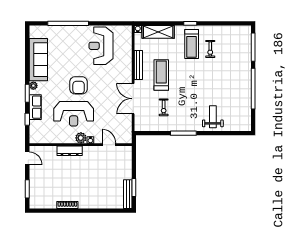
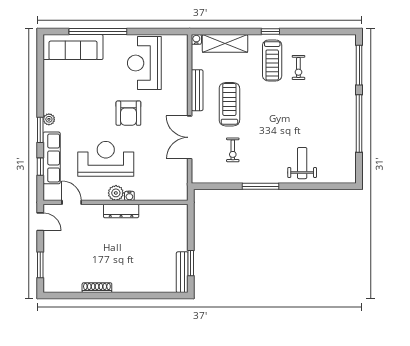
sofa: (38, 60) -> (73, 47), moved, turned 90
armchair: (79, 85) -> (128, 113), moved
row of seats: (35, 107) -> (52, 158), width x1.48
reception desk: (74, 114) -> (106, 159), turned 180
door: (109, 145) -> (72, 202), moved
dresser: (70, 151) -> (121, 211), moved

